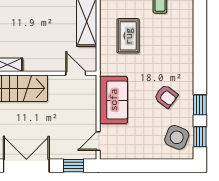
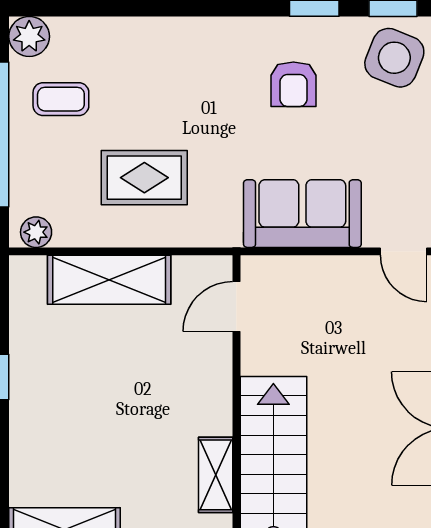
armchair: (166, 96) -> (293, 84), turned 143

